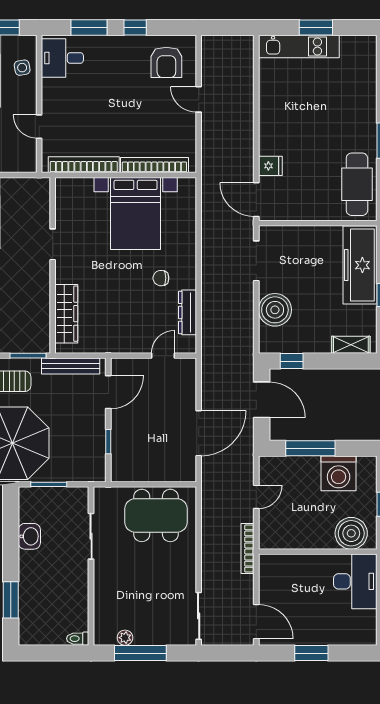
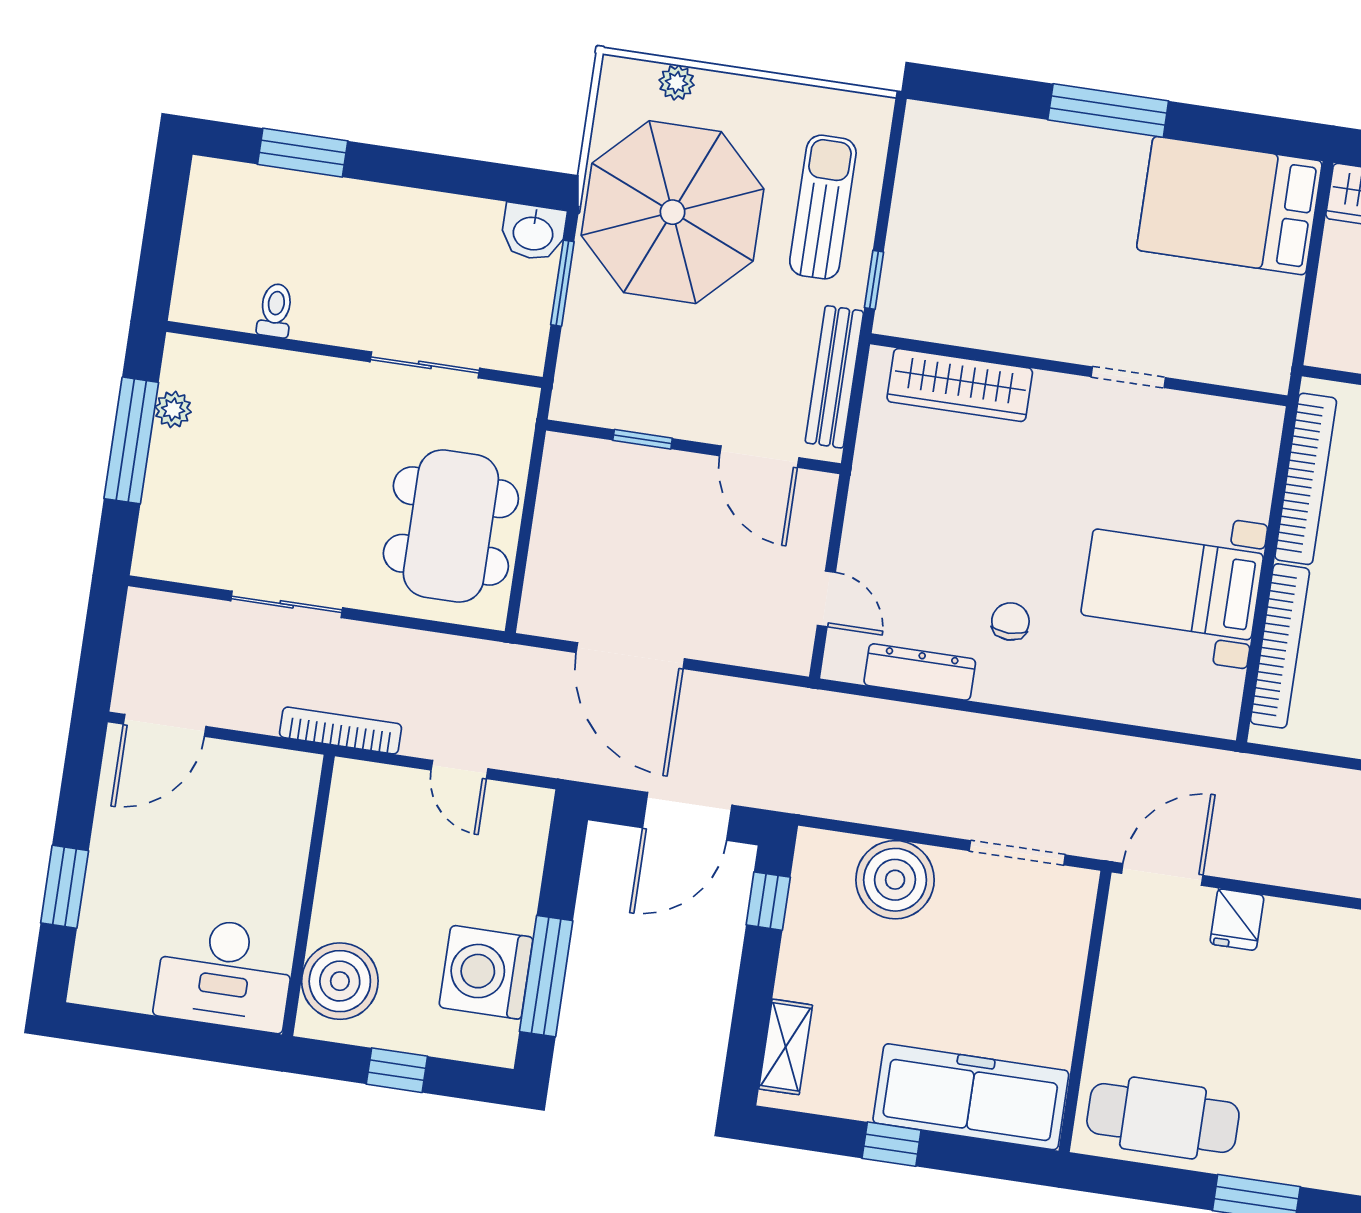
bed with nightstands: (136, 213) -> (1172, 584), width x0.73
window: (28, 356) -> (874, 280), width x0.67
window: (310, 448) -> (546, 976), moved
washbasin: (29, 536) -> (533, 232), moved
sliding door: (199, 616) -> (287, 604), moved
toilet: (78, 639) -> (275, 310), moved
window: (311, 653) -> (65, 887), moved

